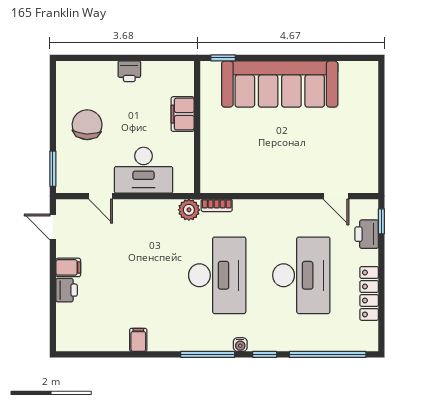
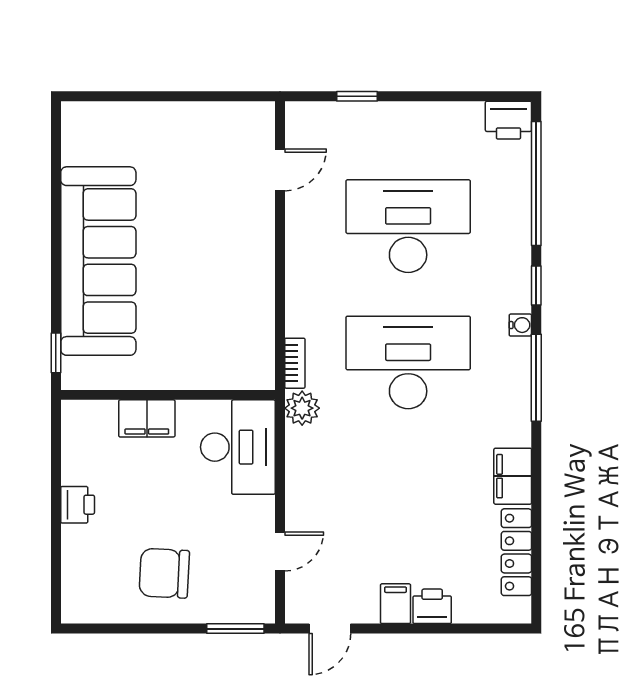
desk: (144, 170) -> (238, 447), moved
window: (381, 221) -> (357, 96), moved
printer: (367, 234) -> (508, 120), moved
locker: (369, 293) -> (516, 552), moved, turned 90
filing cabinet: (138, 340) -> (513, 476), width x2.00

